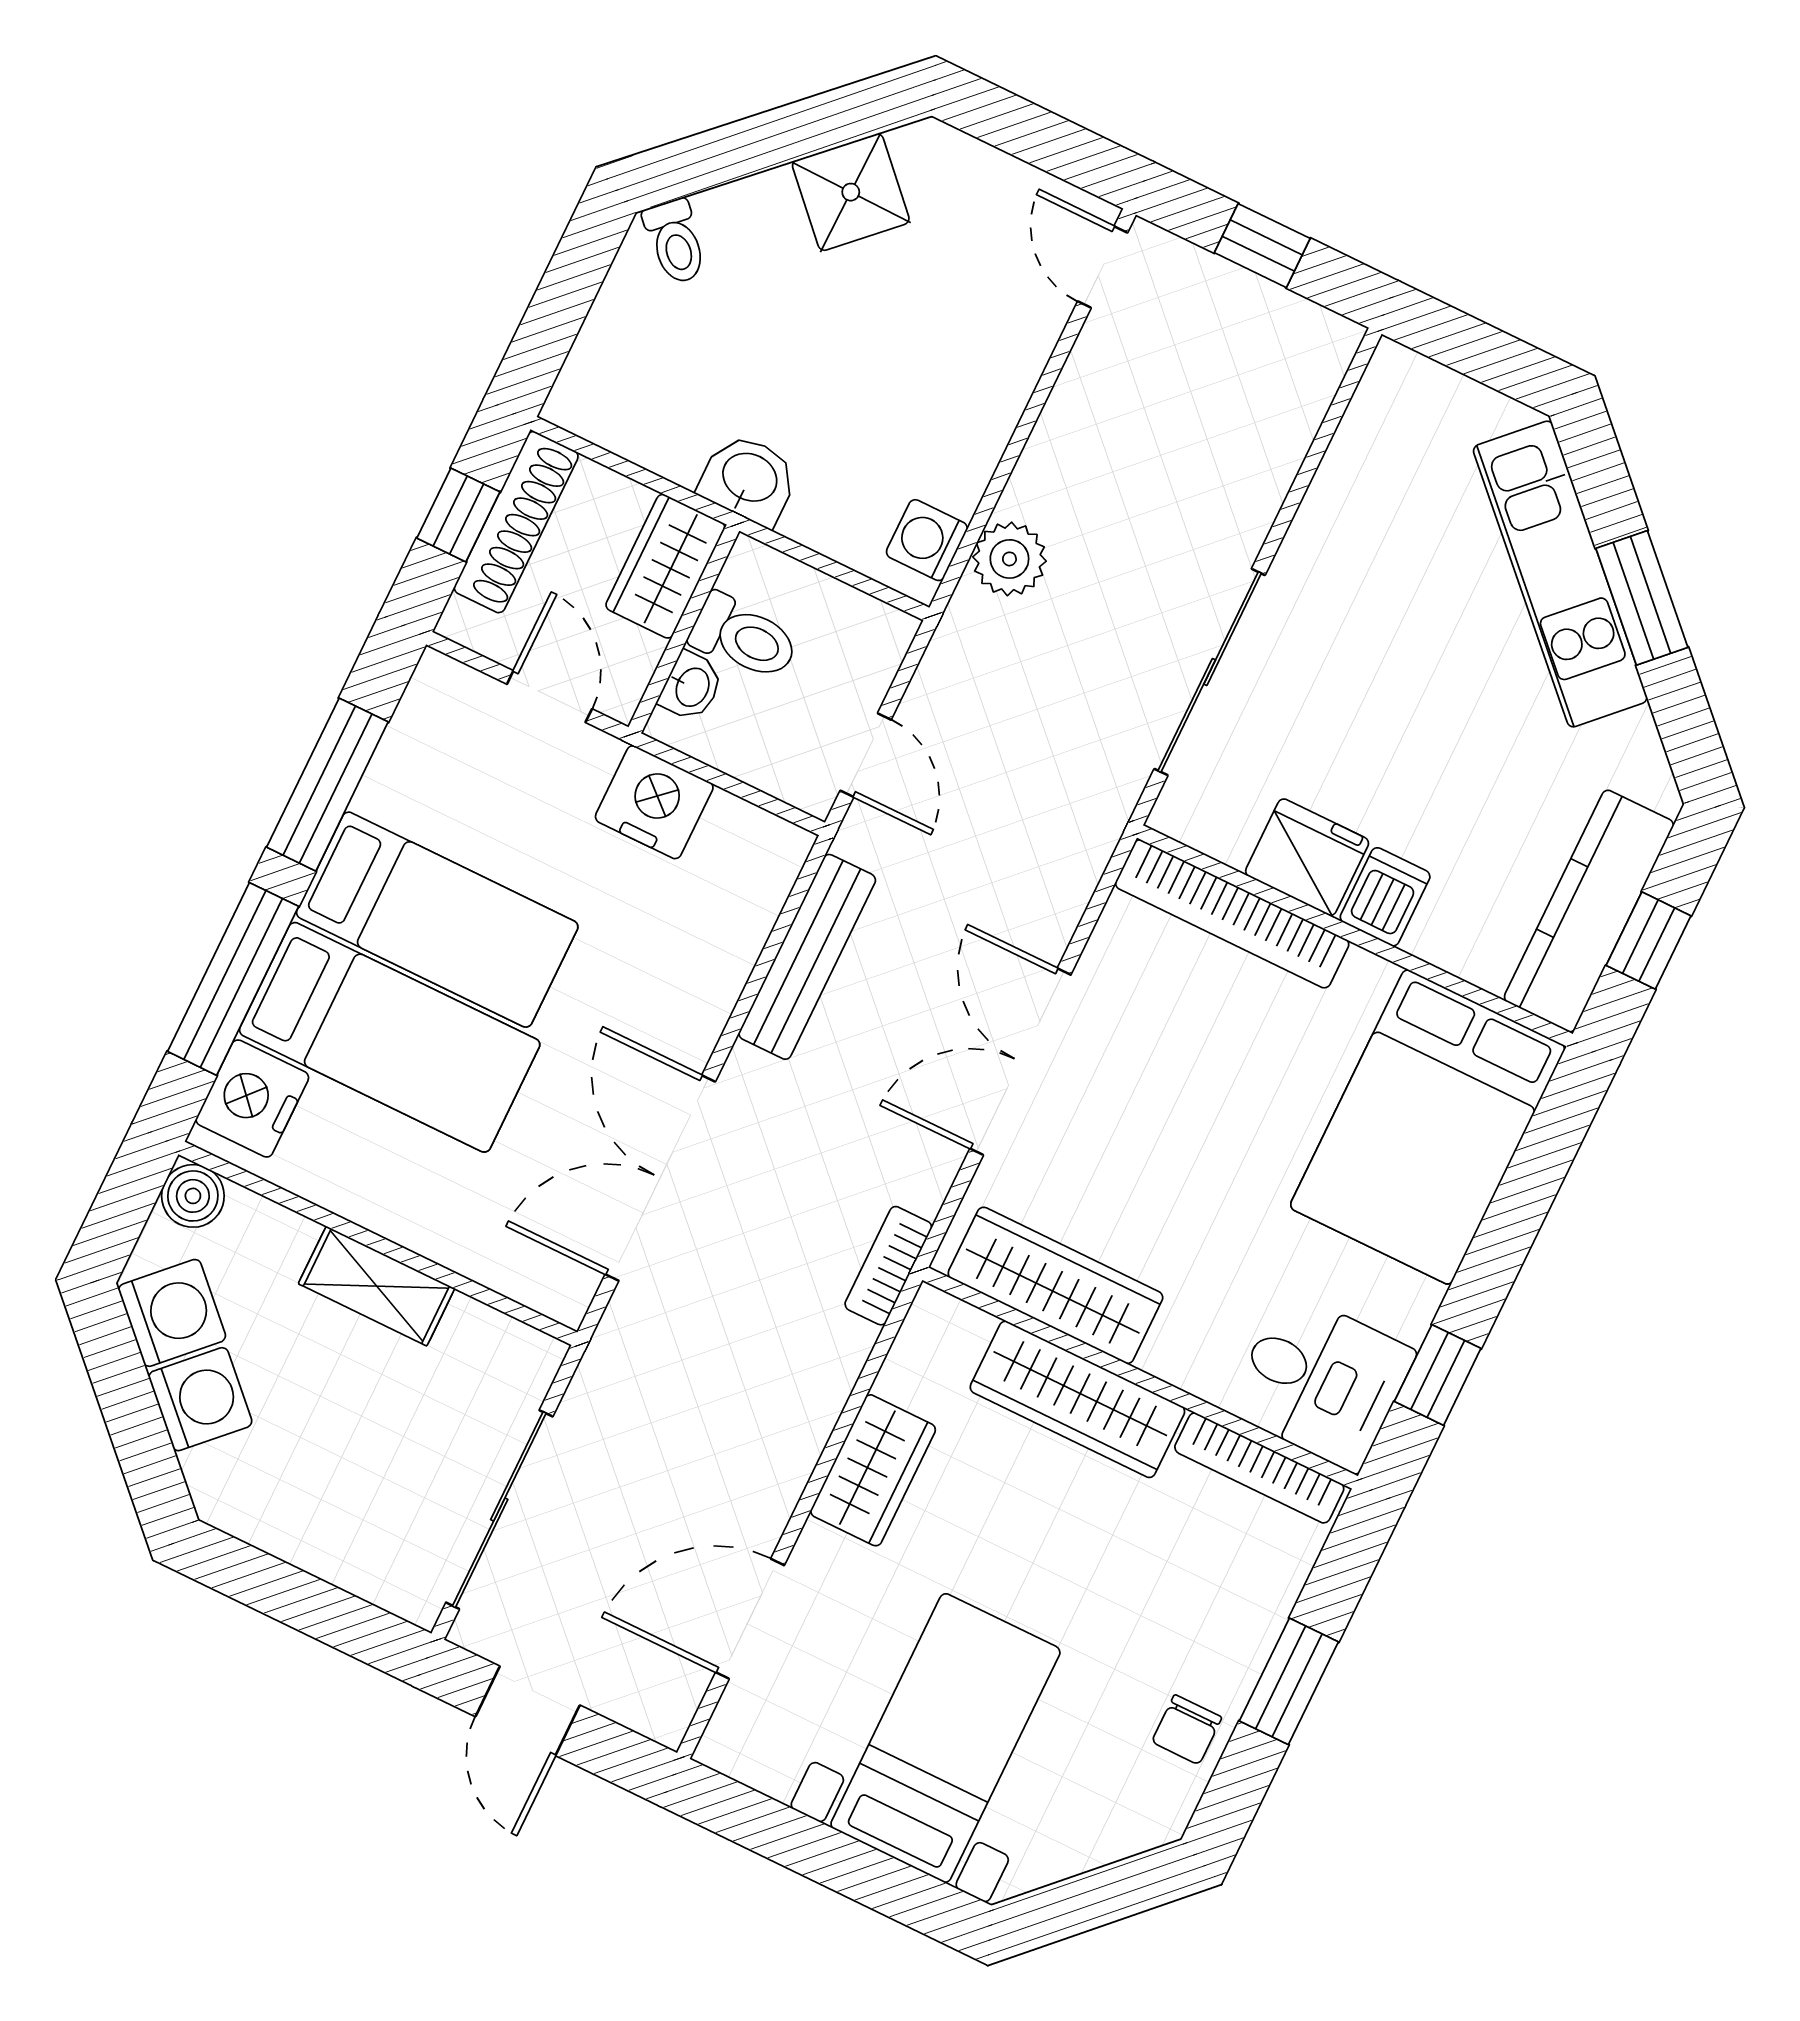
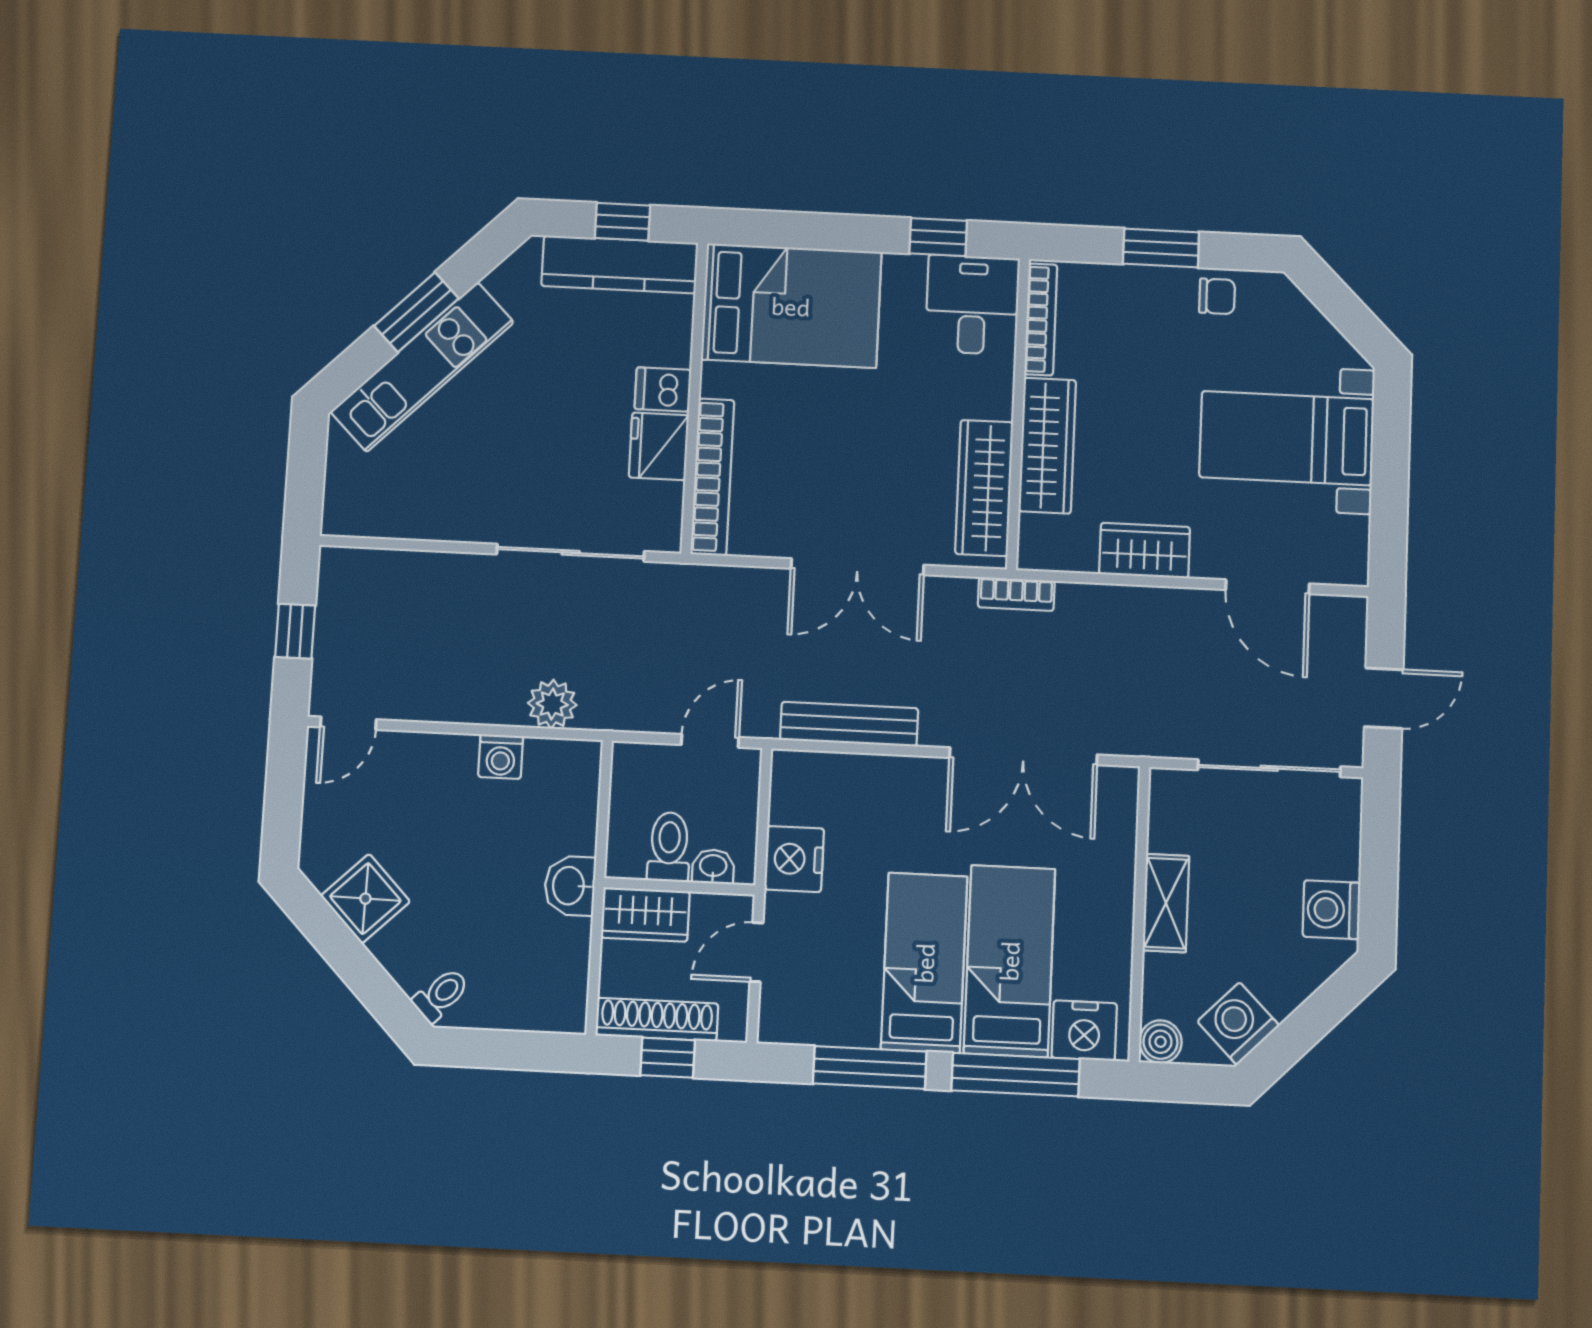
washing machine: (927, 540) -> (501, 757), moved
washing machine: (200, 1399) -> (1332, 910), moved, turned -45

